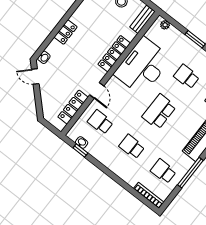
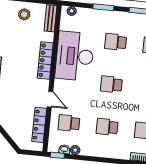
school desk: (159, 112) -> (111, 84), width x0.54
plant: (91, 149) -> (75, 150), added
window: (80, 150) -> (57, 155), moved

